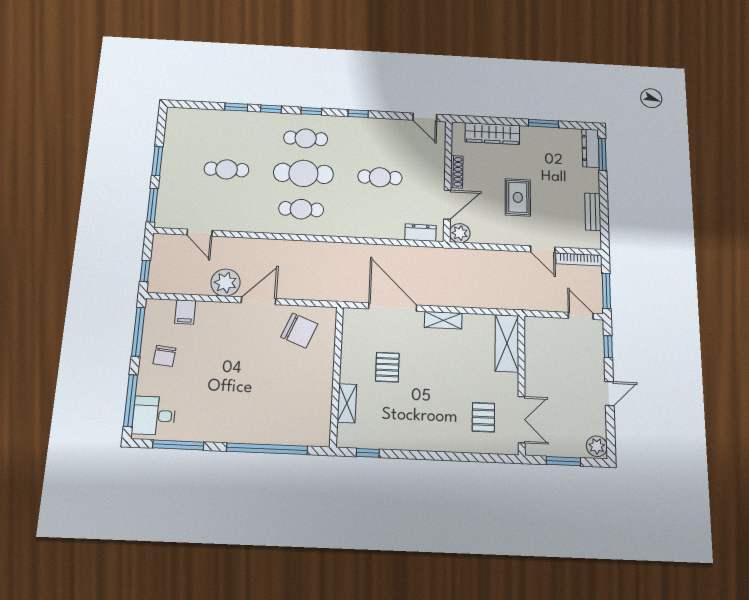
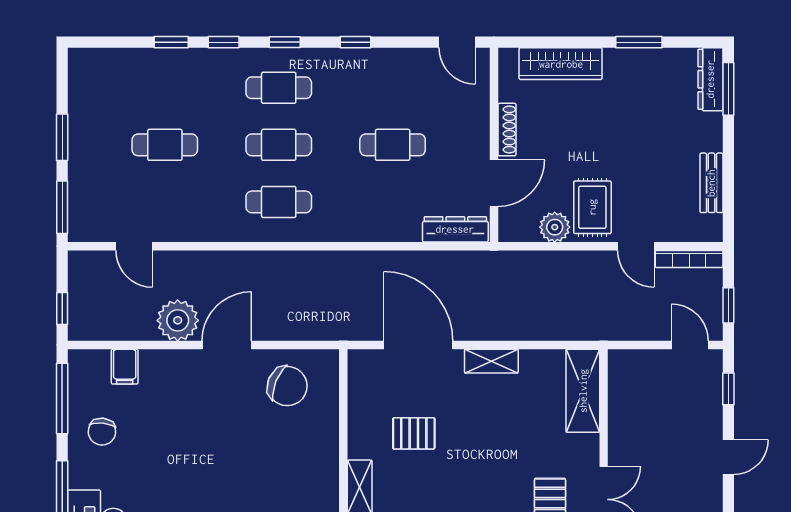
cafe table: (303, 173) -> (279, 145), width x0.73, depth x0.74
rug: (518, 197) -> (592, 207), moved
dresser: (421, 233) -> (455, 229), width x1.44
plant: (460, 233) -> (555, 227), moved
window: (606, 291) -> (728, 305), width x0.67
pallet: (387, 367) -> (414, 433), turned 90

